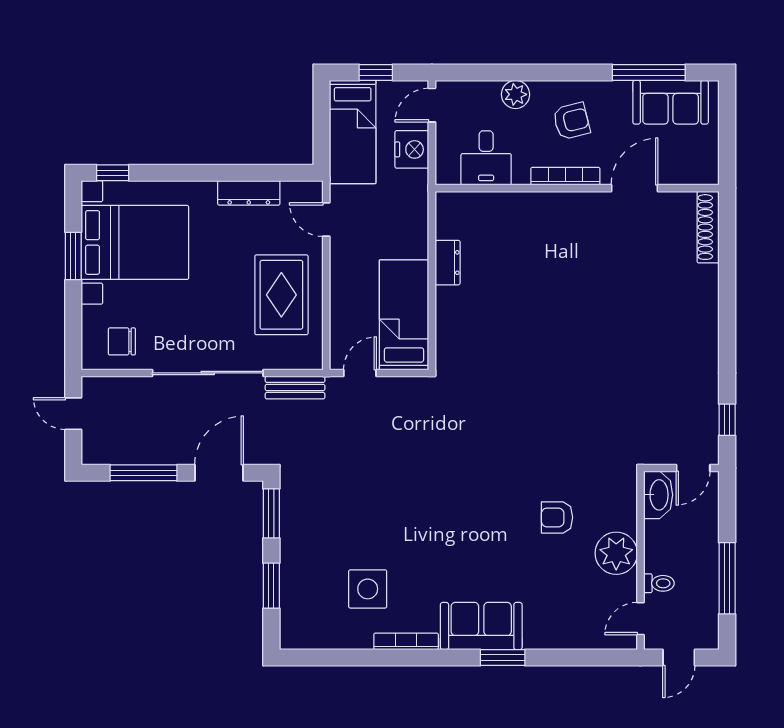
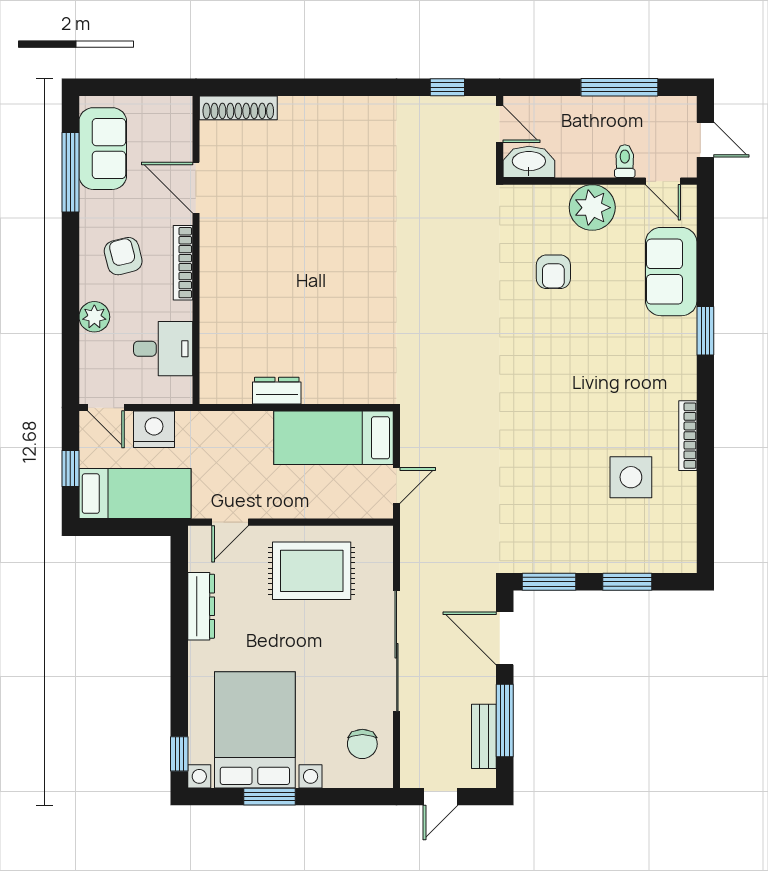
door: (360, 373) -> (397, 486), swing flipped
bench: (295, 387) -> (484, 736), moved
sofa: (481, 626) -> (671, 272), moved

